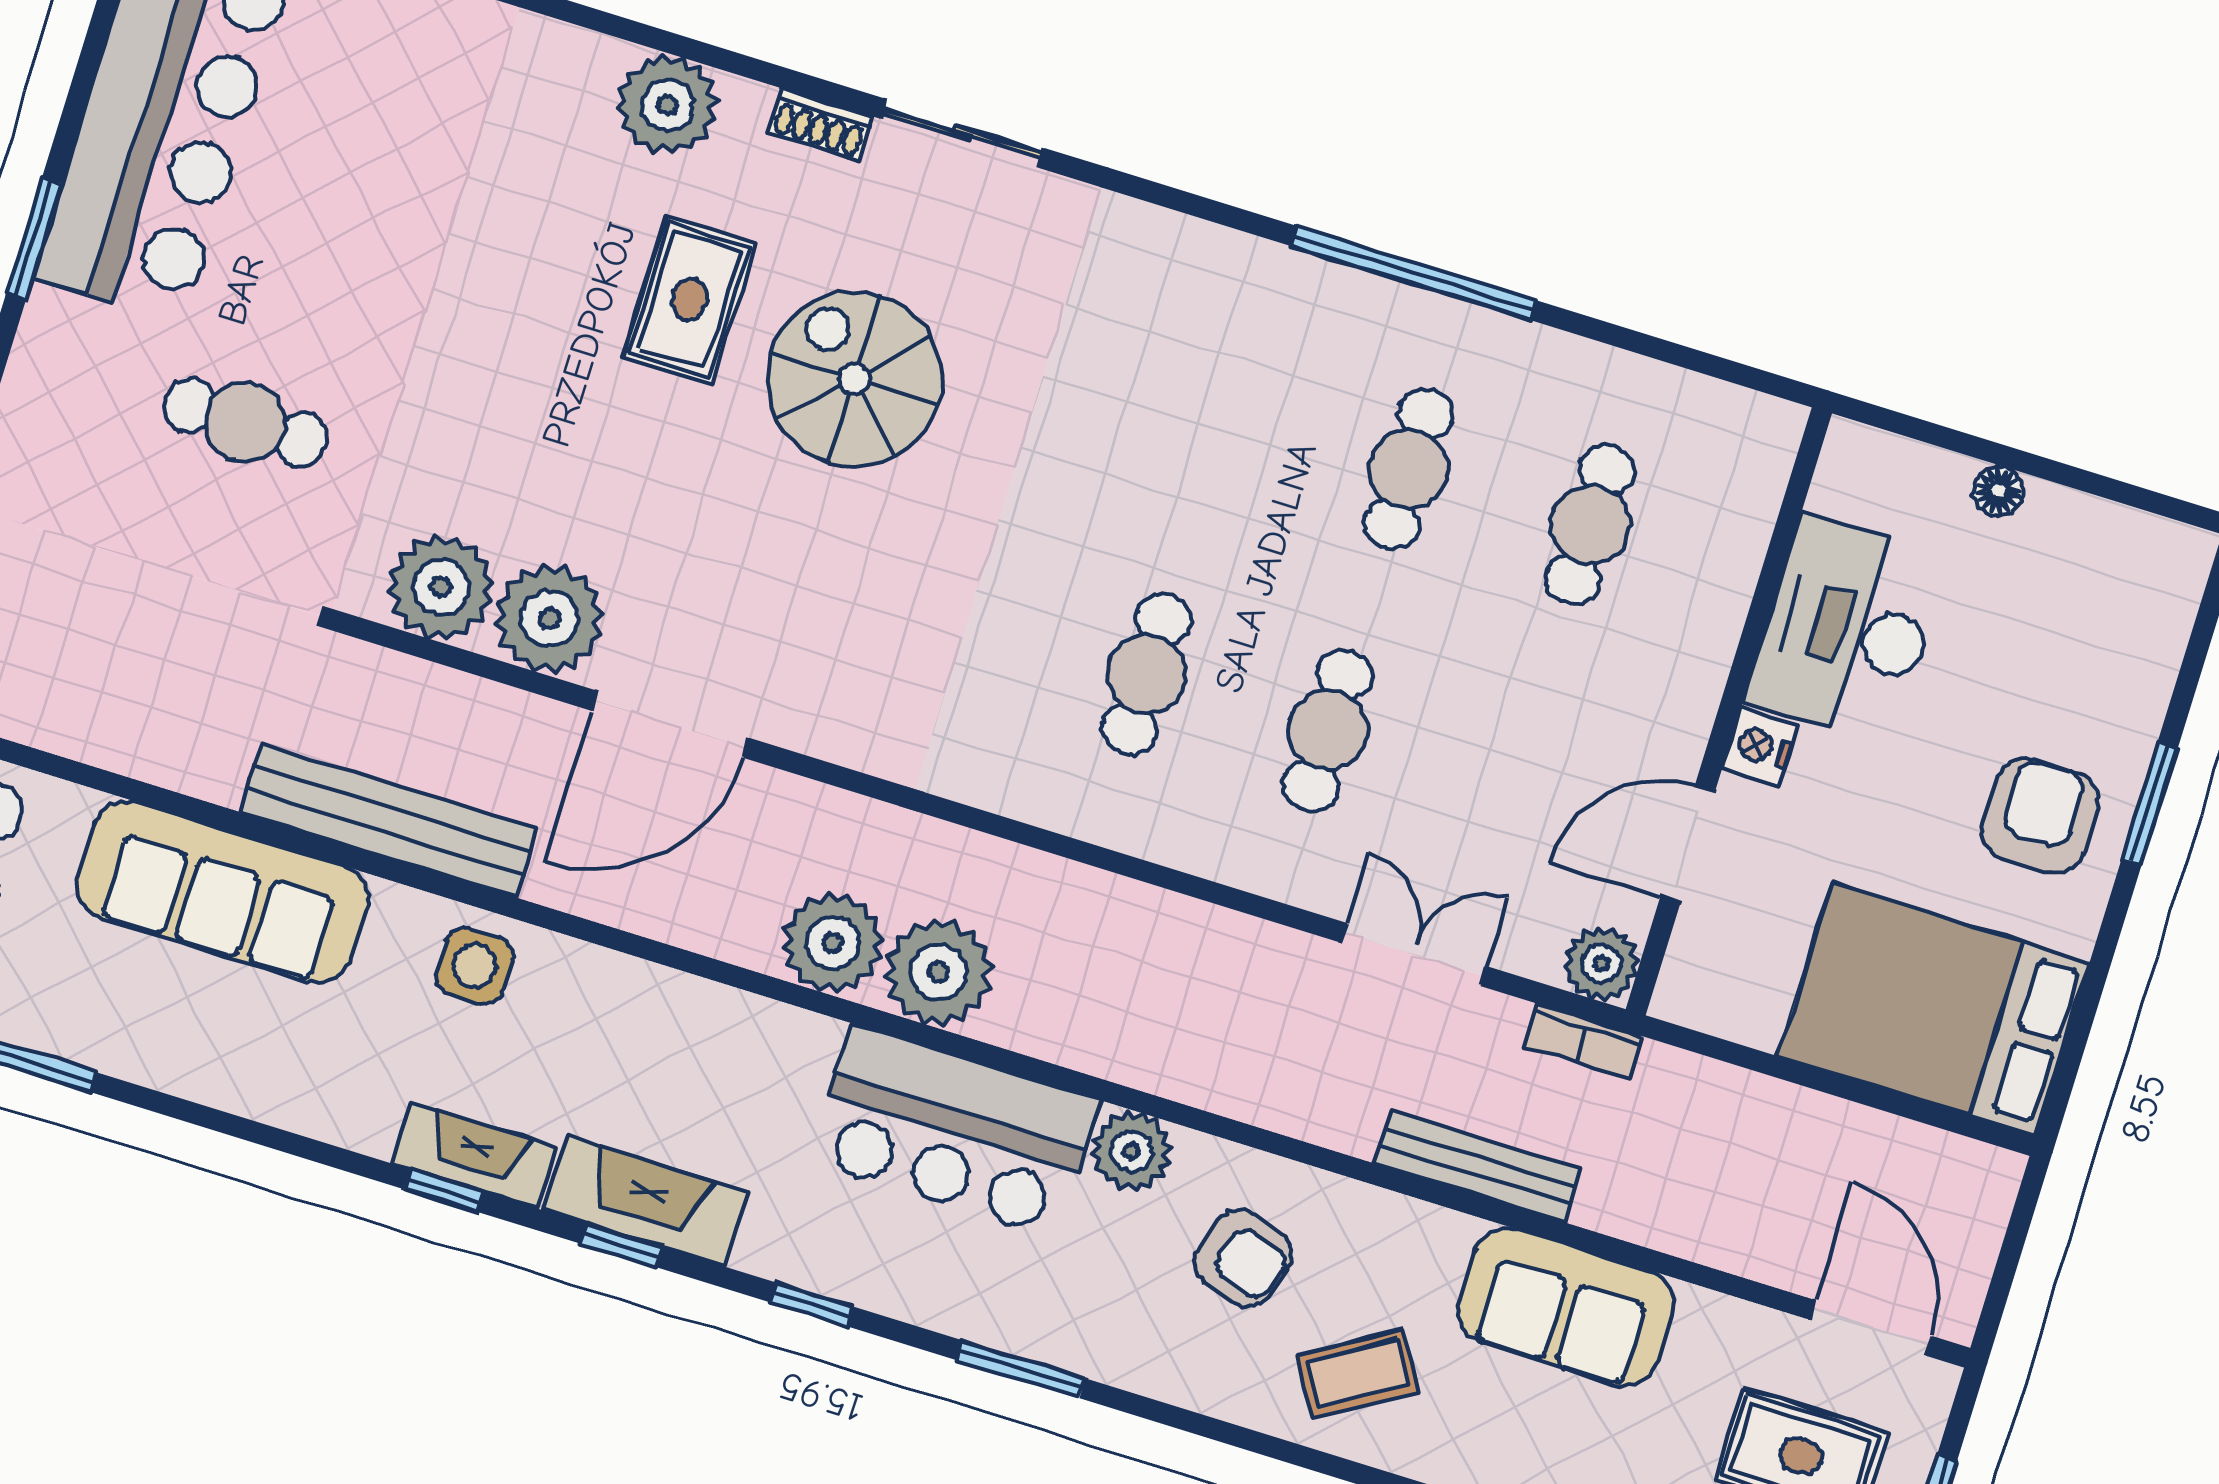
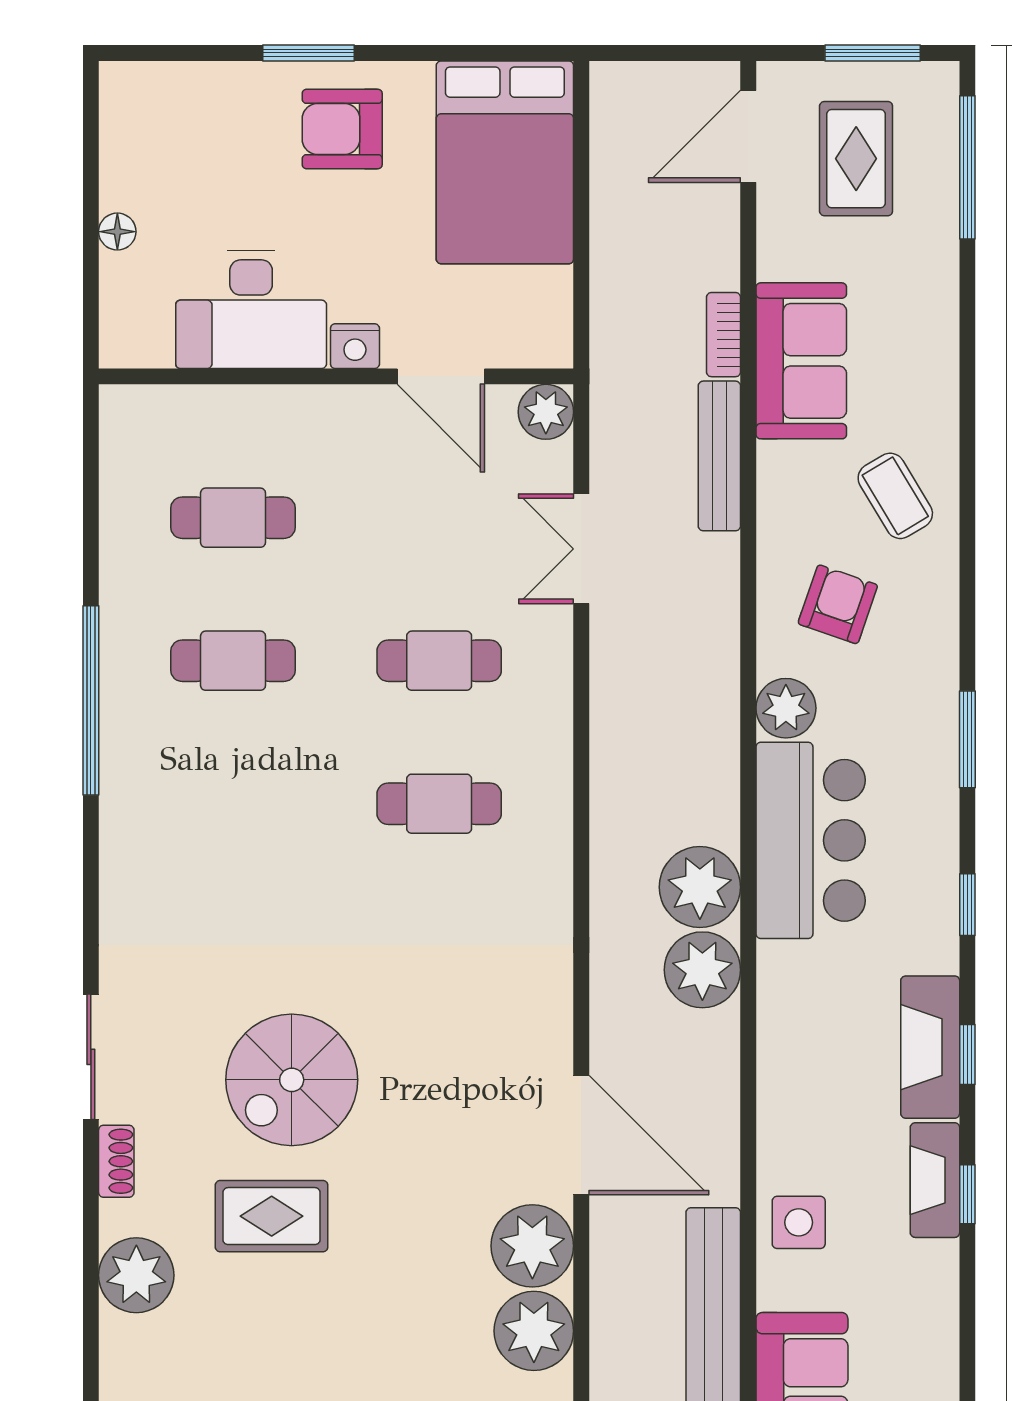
bookcase: (1583, 1041) -> (724, 335), moved, turned 180

